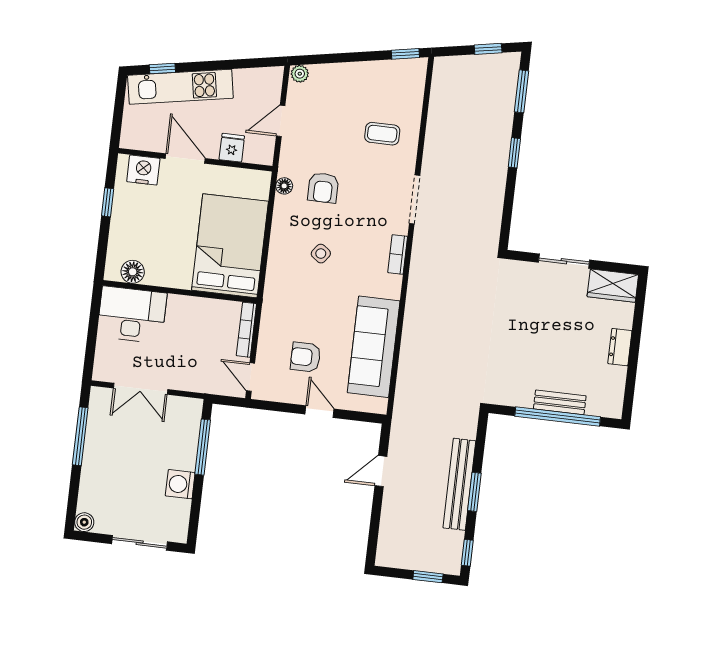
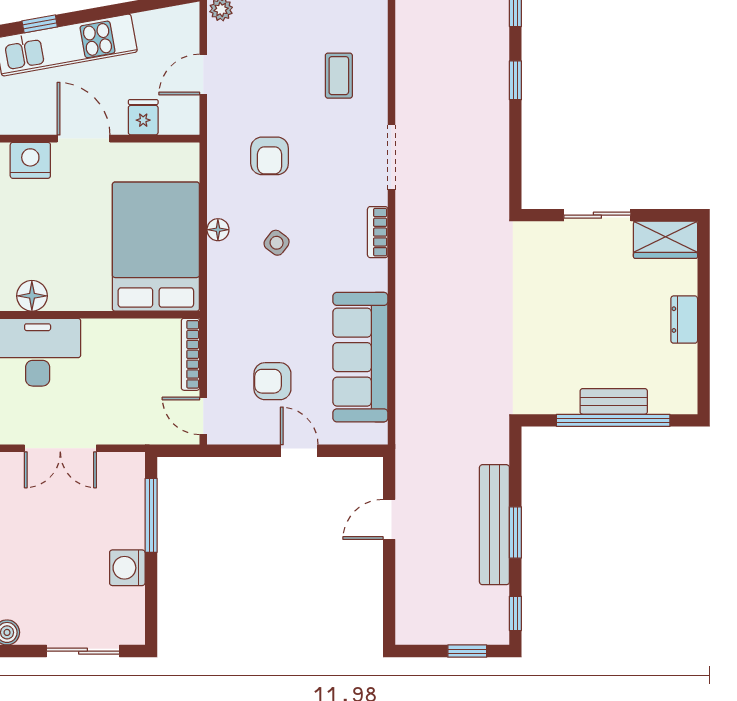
coffee table: (382, 134) -> (339, 76), turned 90
floor lamp: (284, 186) -> (218, 230), moved

